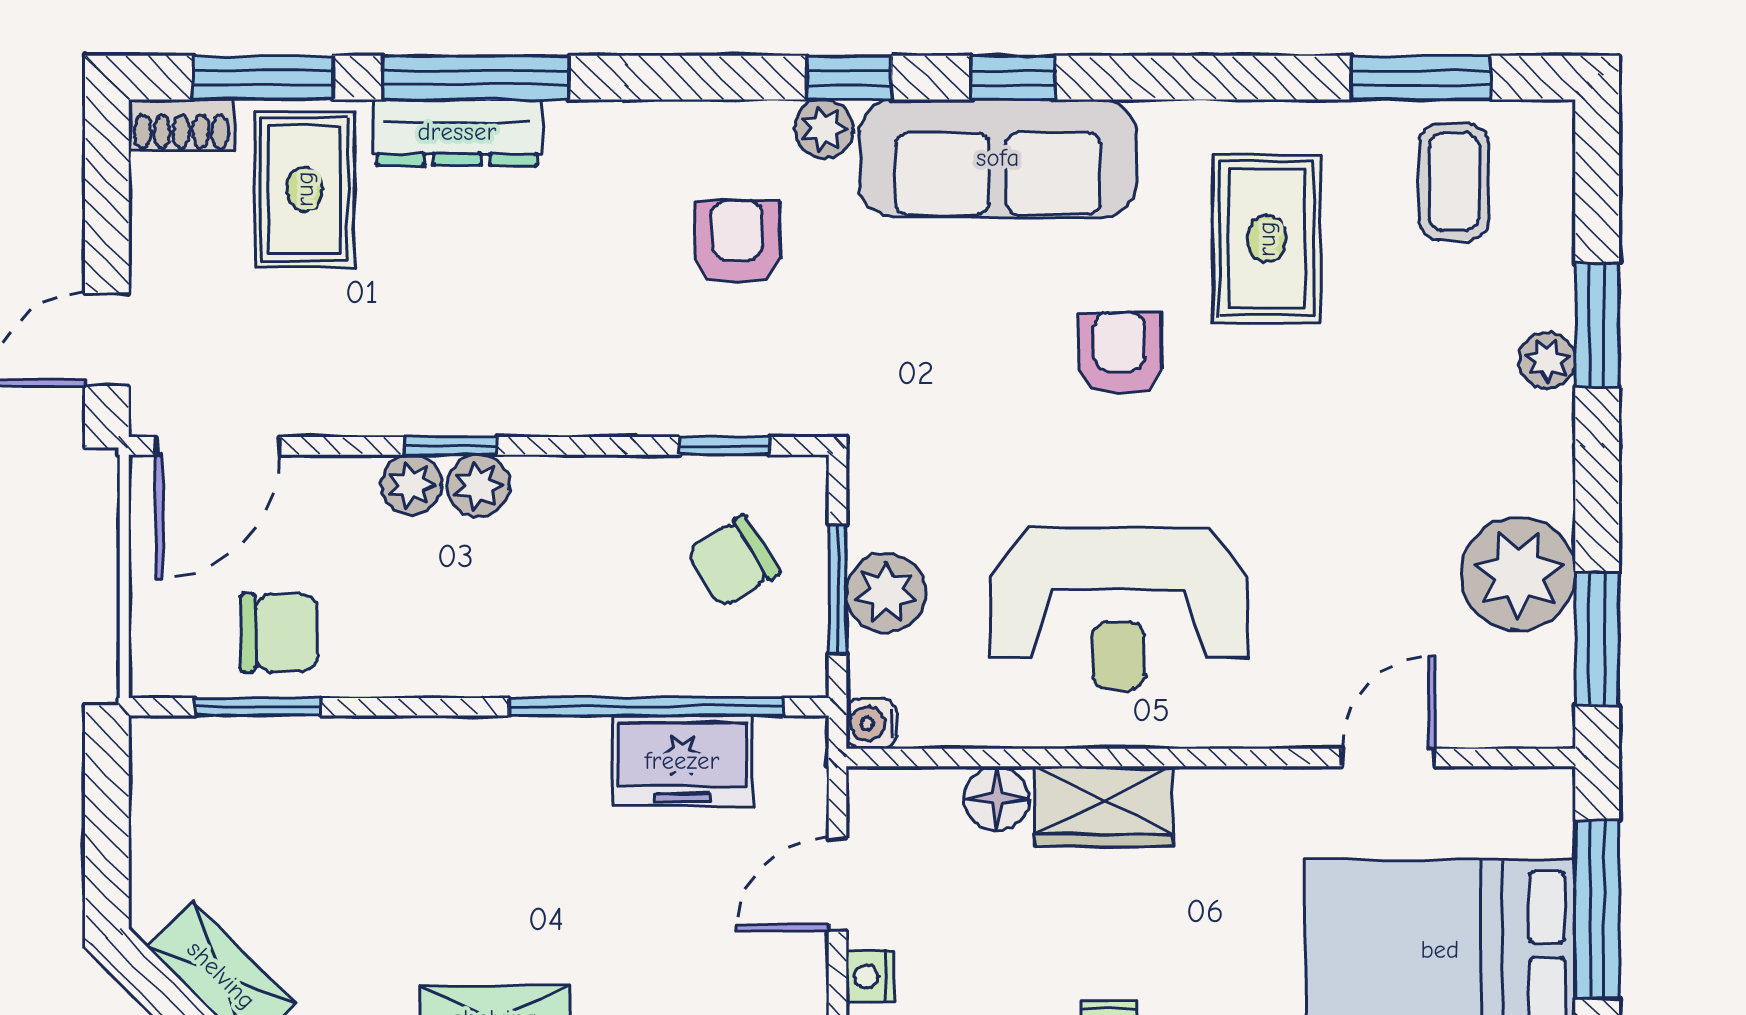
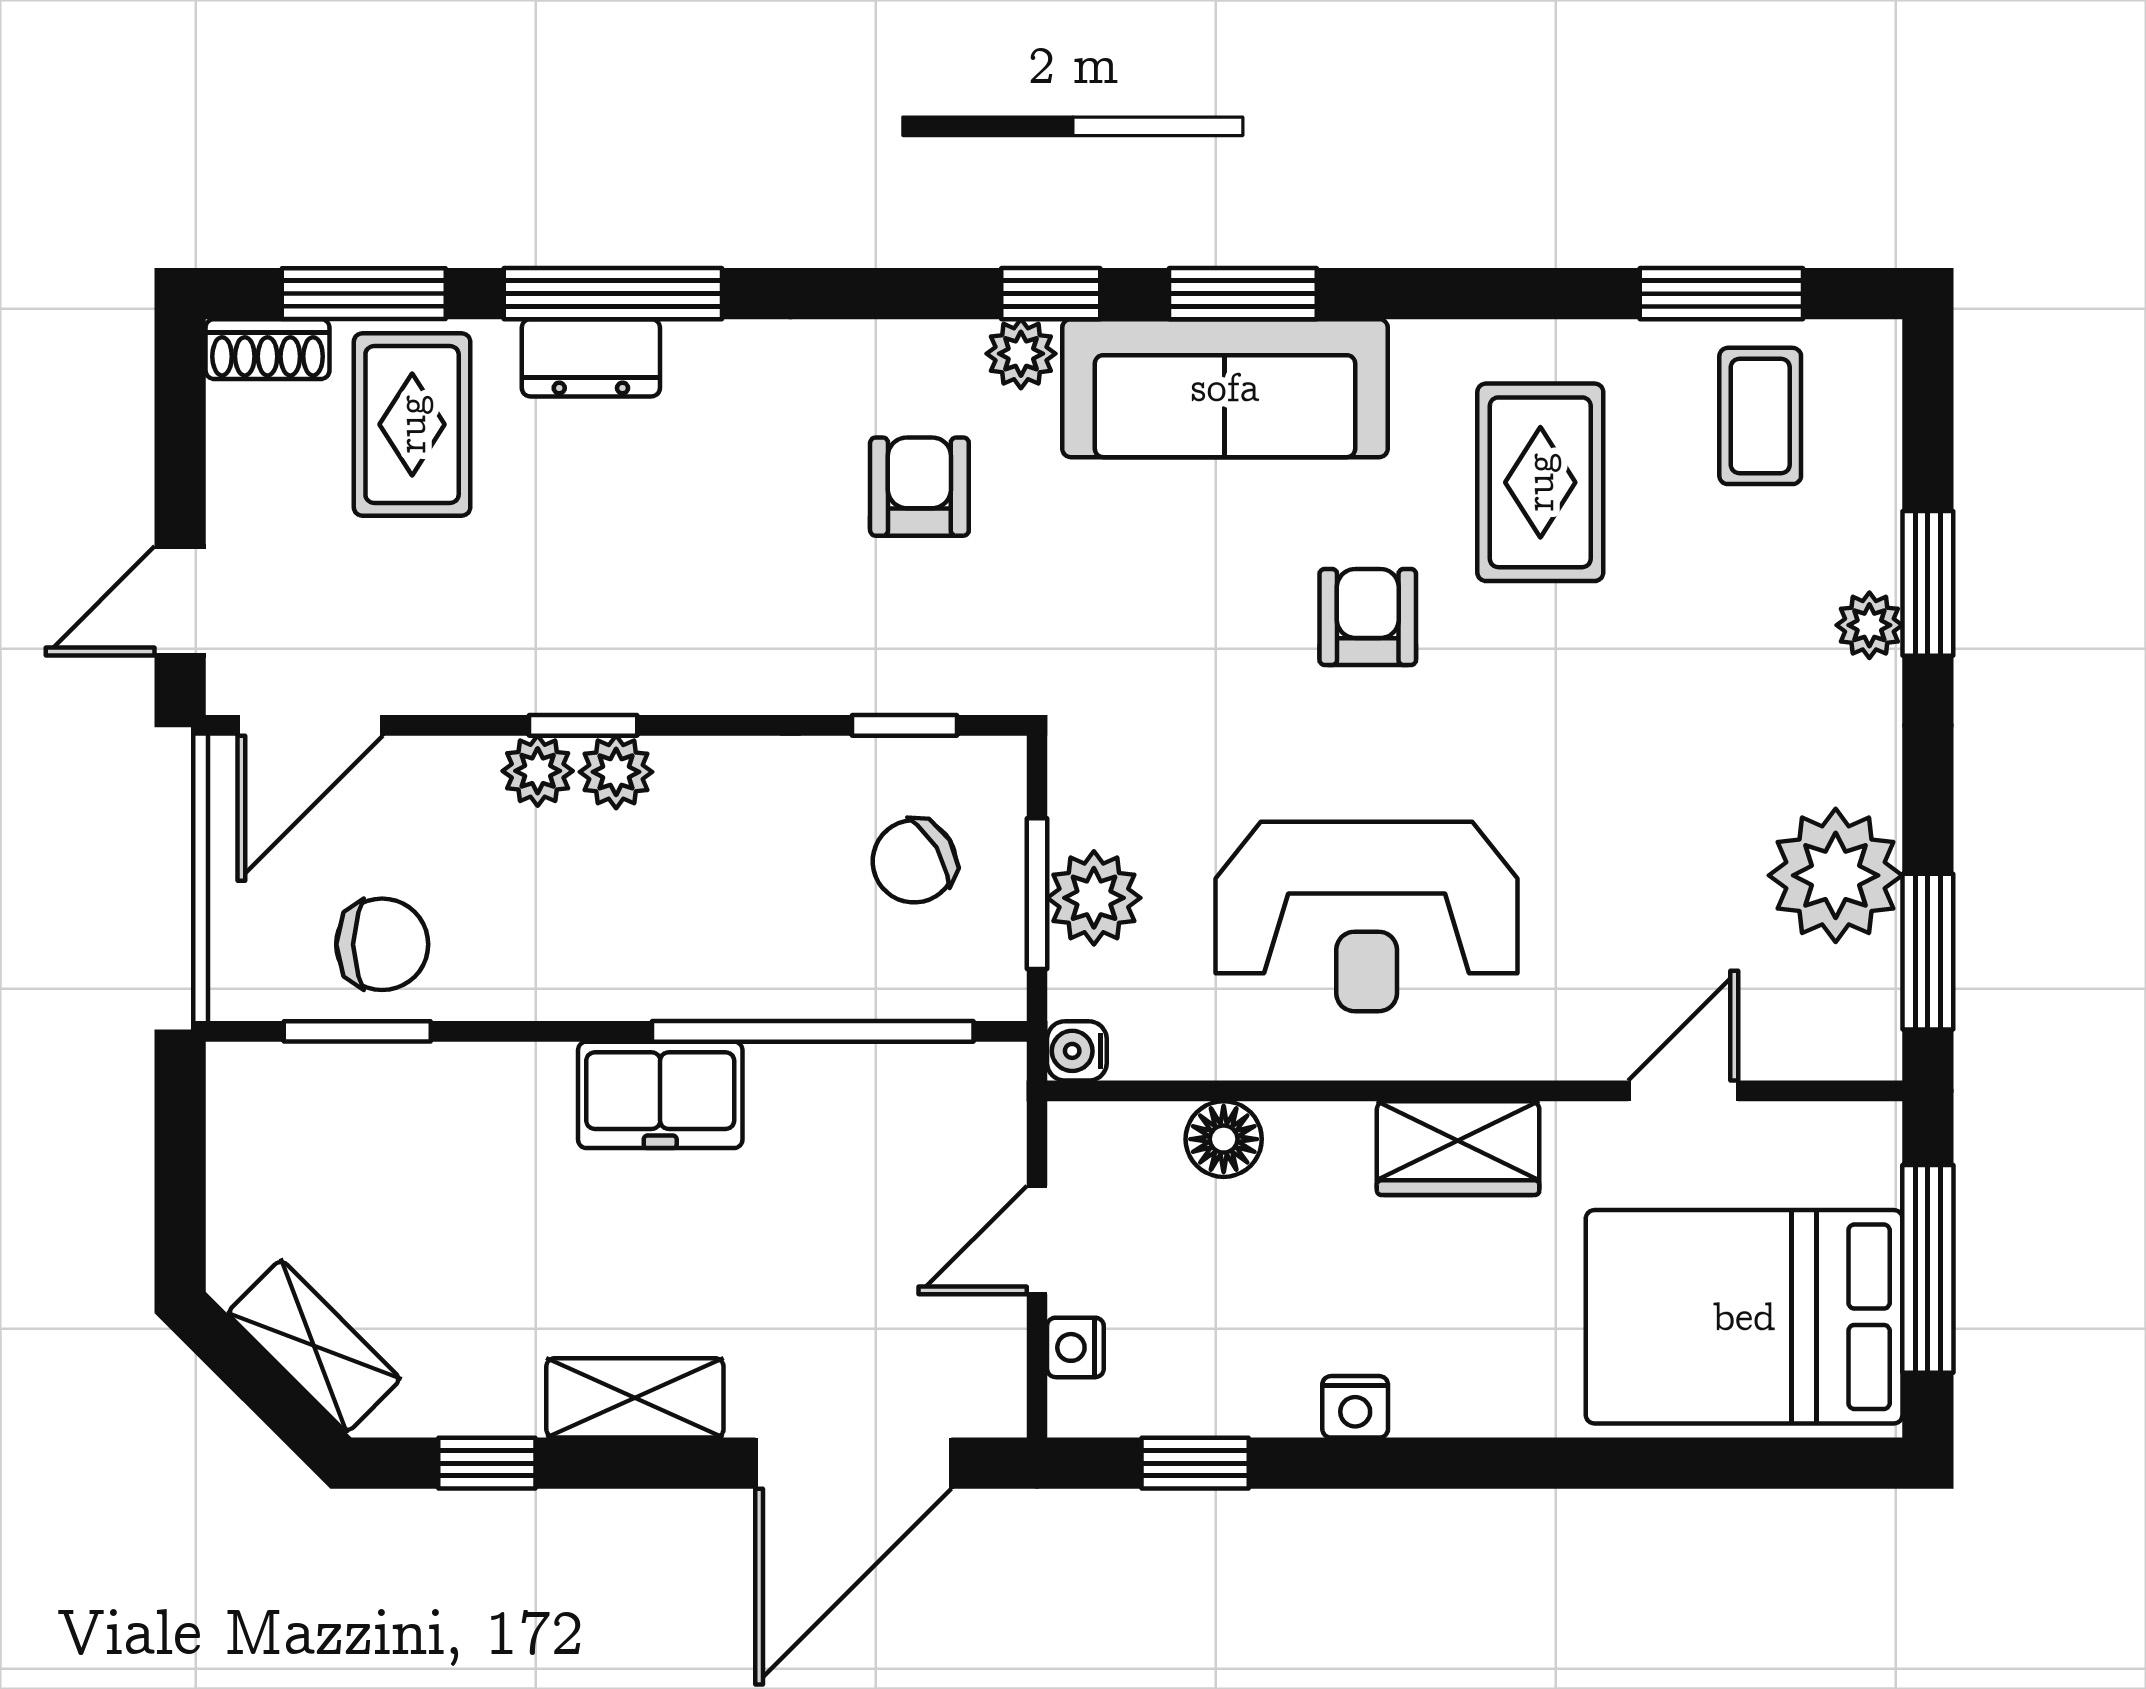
window: (1013, 78) -> (1243, 294), width x1.50
dresser: (457, 132) -> (591, 358), width x0.70
freezer: (682, 761) -> (660, 1095), moved
wardrobe: (1104, 806) -> (1458, 1148), moved

